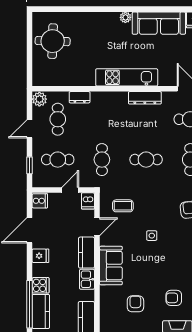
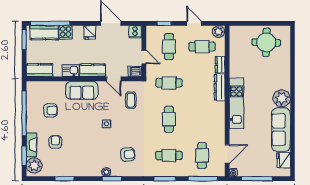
plant: (125, 17) -> (282, 98), width x1.87, depth x1.87
dresser: (145, 98) -> (220, 87), moved

